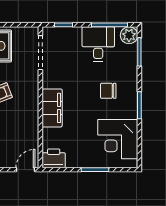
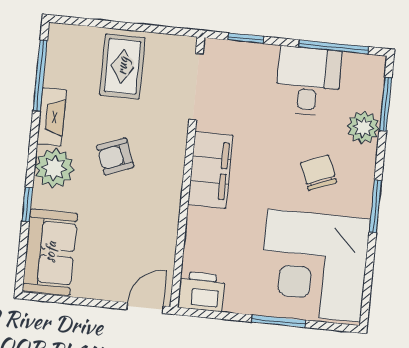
plant: (129, 35) -> (363, 127), moved
chair: (108, 91) -> (319, 173), turned 68
filing cabinet: (52, 108) -> (210, 170), moved
corner desk: (118, 139) -> (314, 266), width x1.36, depth x1.36

